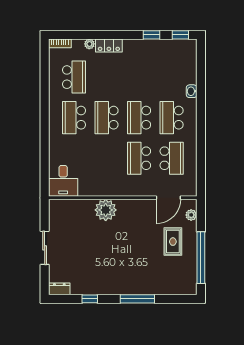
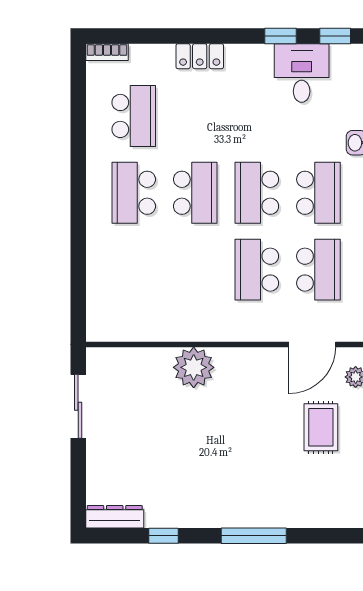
plant: (89, 44) -> (163, 53), removed
school desk: (107, 118) -> (195, 193), turned 180
school desk: (172, 118) -> (318, 193), turned 180
desk: (63, 181) -> (302, 73), moved, turned 180
sliding door: (45, 248) -> (78, 406), moved
dresser: (59, 289) -> (115, 517), width x1.44

